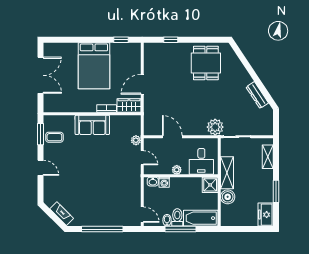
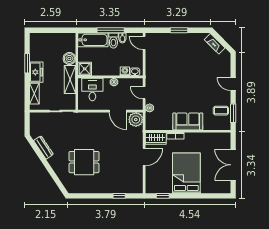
dining table: (206, 63) -> (84, 162), moved, turned 90
plant: (215, 127) -> (136, 120), moved
freezer: (266, 215) -> (36, 72), moved
window: (102, 229) -> (179, 30), width x0.47

